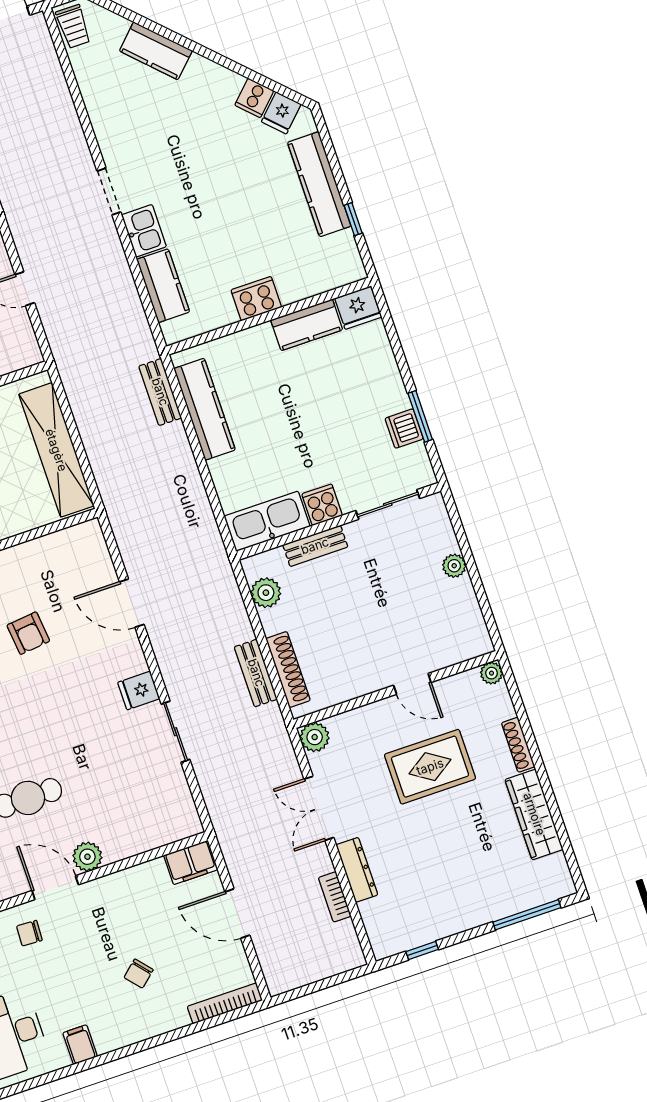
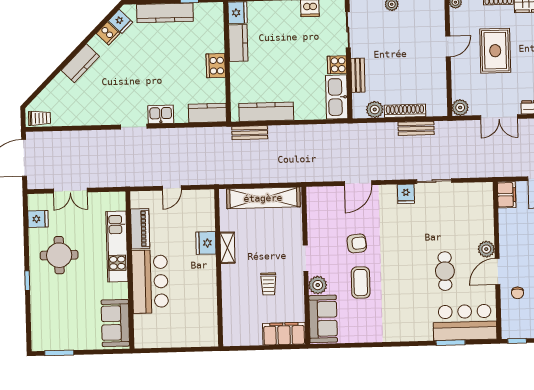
kitchen counter: (156, 51) -> (80, 63), moved
kitchen counter: (163, 286) -> (207, 113), moved
shoe rack: (288, 670) -> (405, 111), moved

